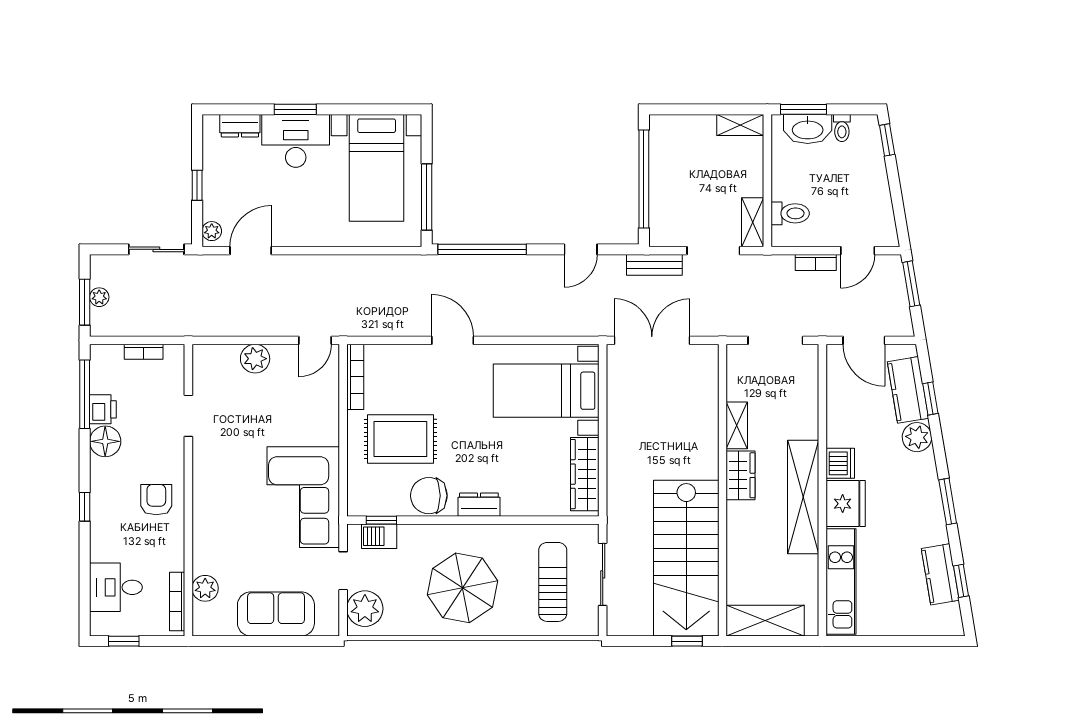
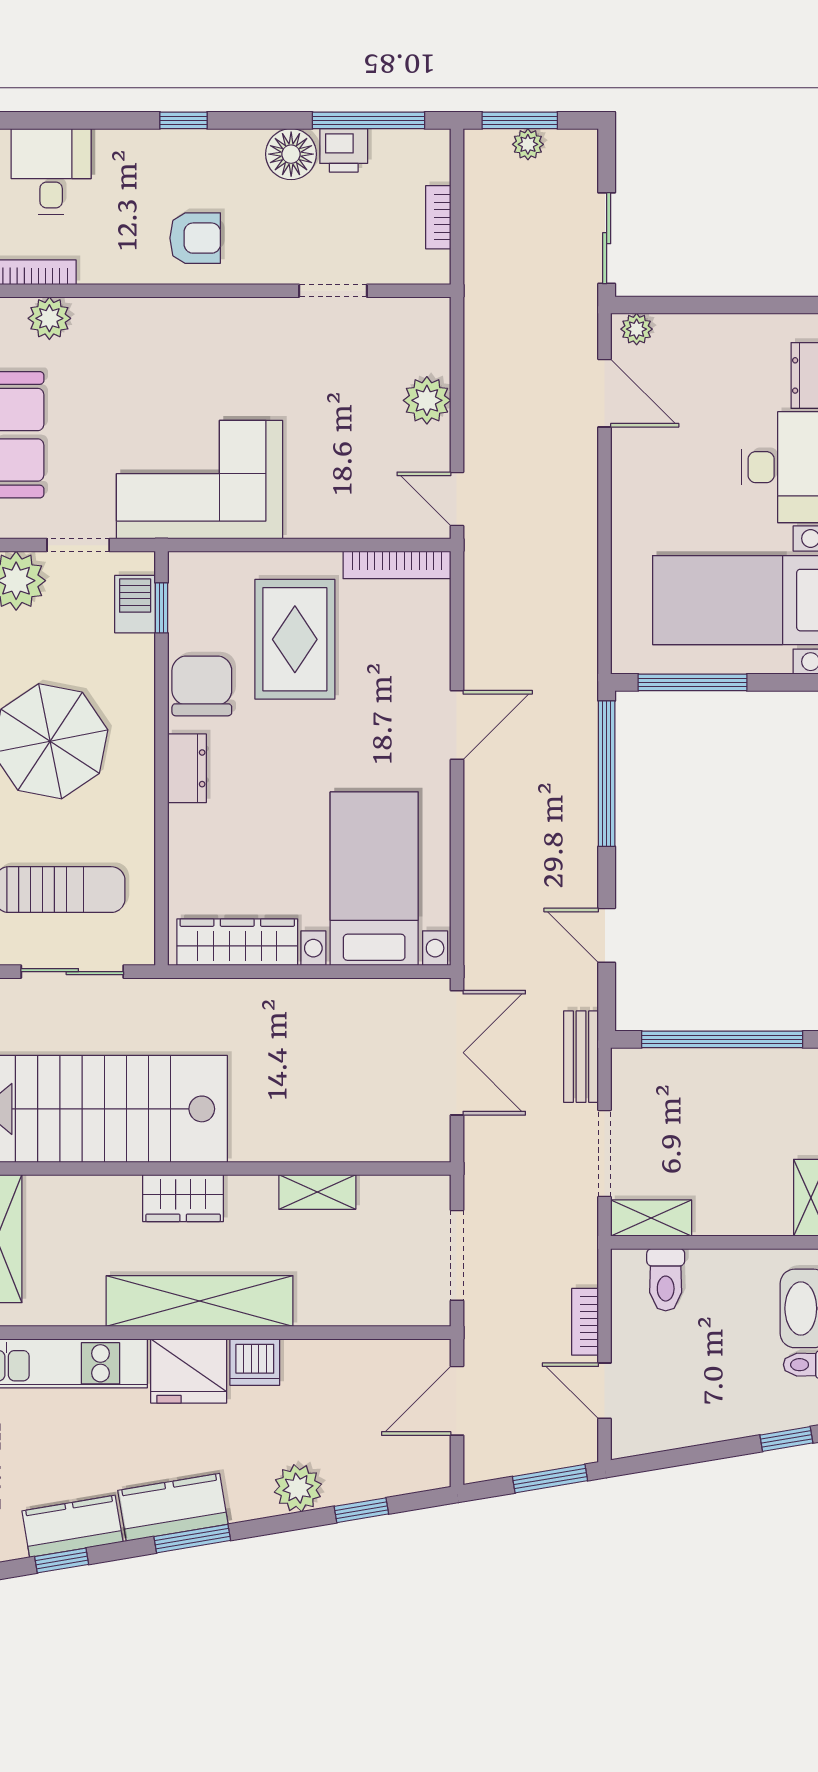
window: (197, 185) -> (712, 305), removed
kitchen counter: (908, 390) -> (173, 1507), moved
wardrobe: (740, 475) -> (183, 1198), moved

